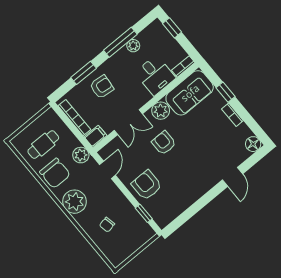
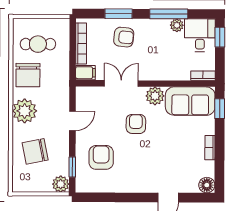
desk: (155, 75) -> (200, 35), moved, turned 180
window: (226, 92) -> (220, 109), moved
double door: (128, 122) -> (121, 83), swing flipped
plant: (81, 155) -> (61, 184), moved
door: (107, 170) -> (72, 121), moved
armchair: (147, 185) -> (101, 157), moved
chair: (107, 225) -> (35, 151), width x1.87, depth x1.87

